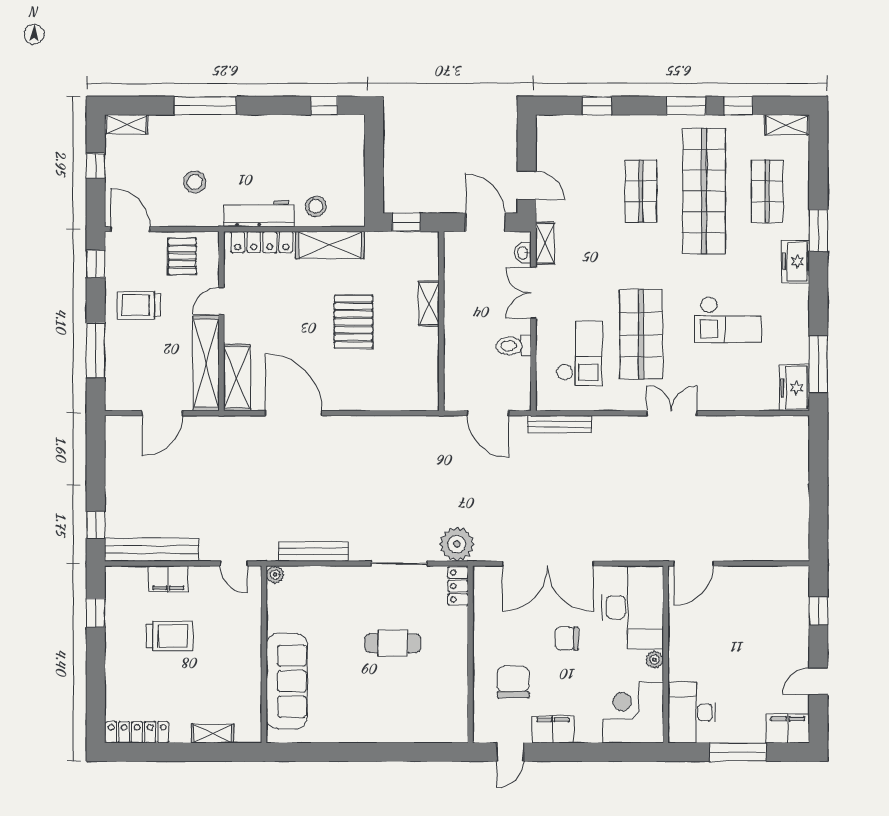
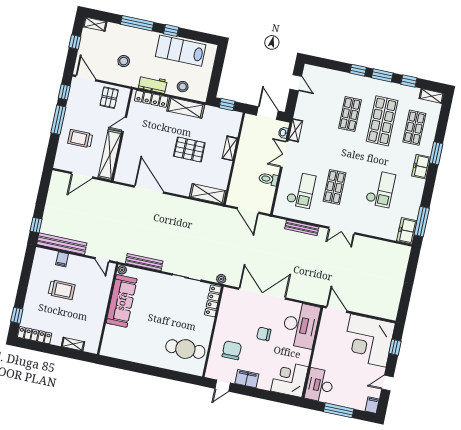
window: (324, 106) -> (171, 30), moved
window: (597, 106) -> (358, 70), moved
lab bench: (298, 140) -> (181, 51), added
door: (527, 185) -> (296, 83), moved
shop shelf: (704, 191) -> (382, 121), width x0.71
workbench: (259, 214) -> (153, 84), width x0.73
trolley: (139, 305) -> (80, 139), moved
checkout: (728, 320) -> (380, 189), turned -90
pallet: (353, 322) -> (189, 149), turned 90
shop shelf: (641, 334) -> (334, 187), width x0.70, depth x0.74
window: (96, 350) -> (58, 120), moved
shelving: (237, 378) -> (208, 194), moved, turned 90
double door: (672, 413) -> (342, 230), swing flipped
bench: (560, 424) -> (302, 228), moved
plant: (457, 544) -> (221, 279), width x0.53, depth x0.53
double door: (548, 563) -> (262, 294), swing flipped
door: (694, 563) -> (337, 309), swing flipped
filing cabinet: (168, 579) -> (62, 259), width x0.50
locker: (458, 586) -> (213, 301), width x1.53
corner desk: (766, 609) -> (368, 341), added
window: (96, 613) -> (17, 315), moved
cafe table: (393, 643) -> (185, 349), moved, width x1.37, depth x1.35
plant: (654, 660) -> (306, 354), removed
sofa: (287, 681) -> (122, 301), moved
filing cabinet: (788, 729) -> (372, 405), width x0.50

